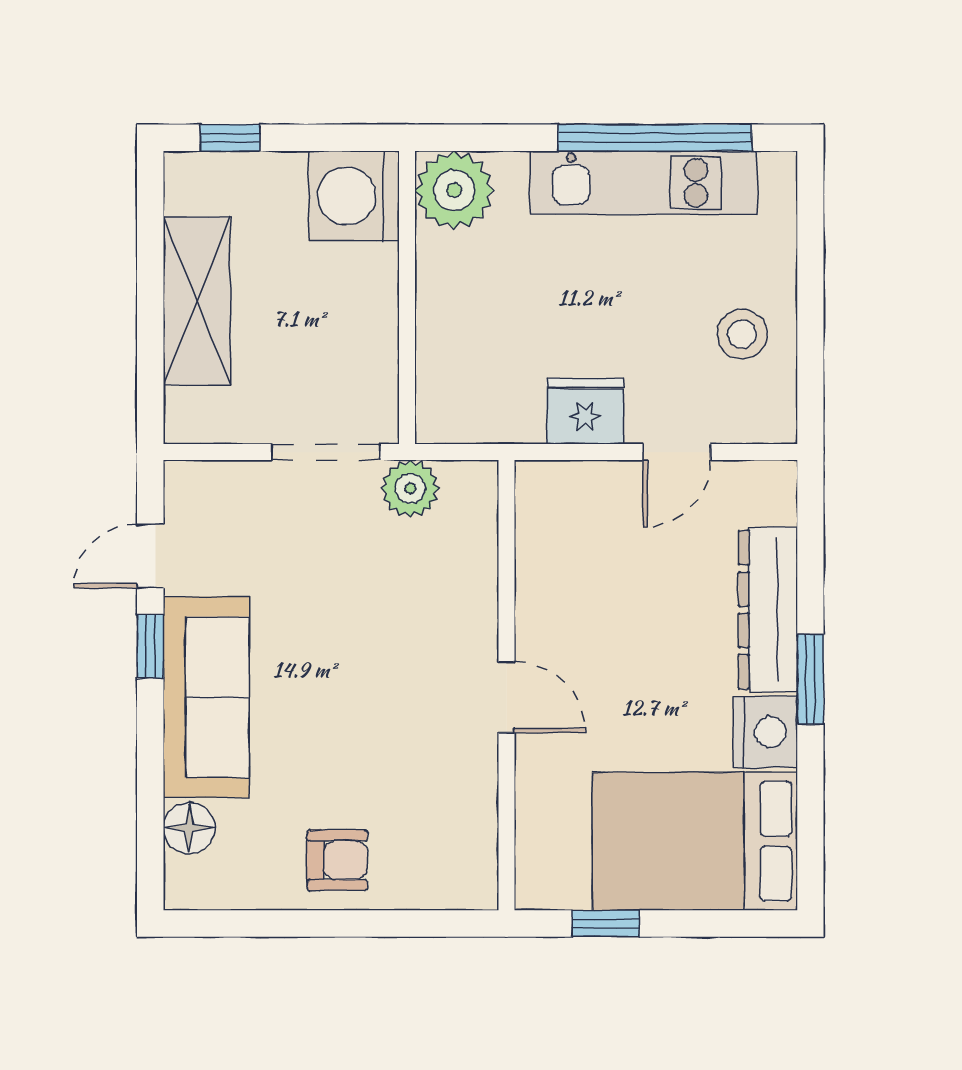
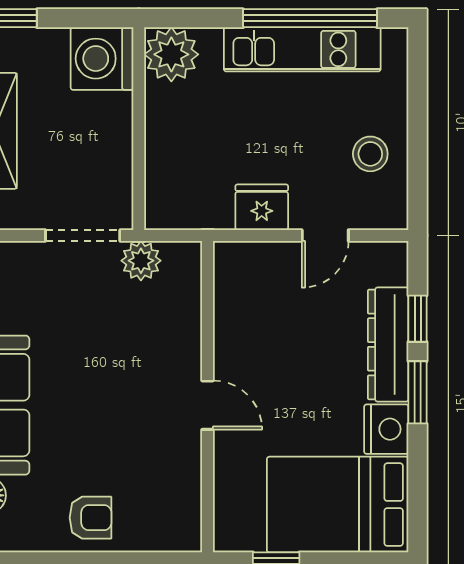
window: (810, 572) -> (418, 319), added

